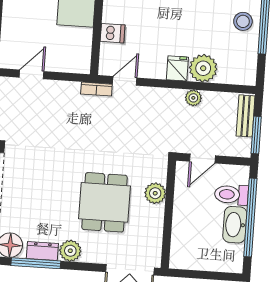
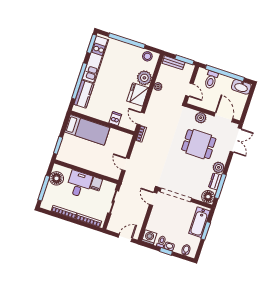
stool: (243, 21) -> (147, 56), moved
fridge: (177, 68) -> (138, 94), width x1.88, depth x1.34
washbasin: (235, 225) -> (241, 87), moved
door: (167, 236) -> (223, 117), added

